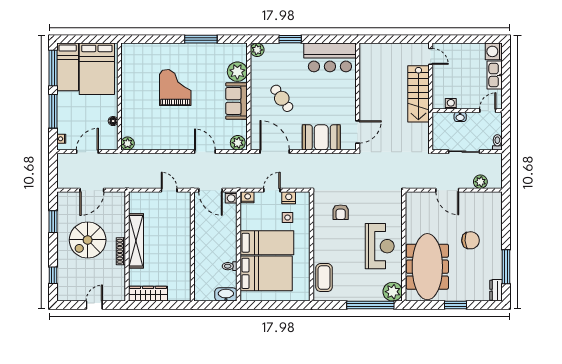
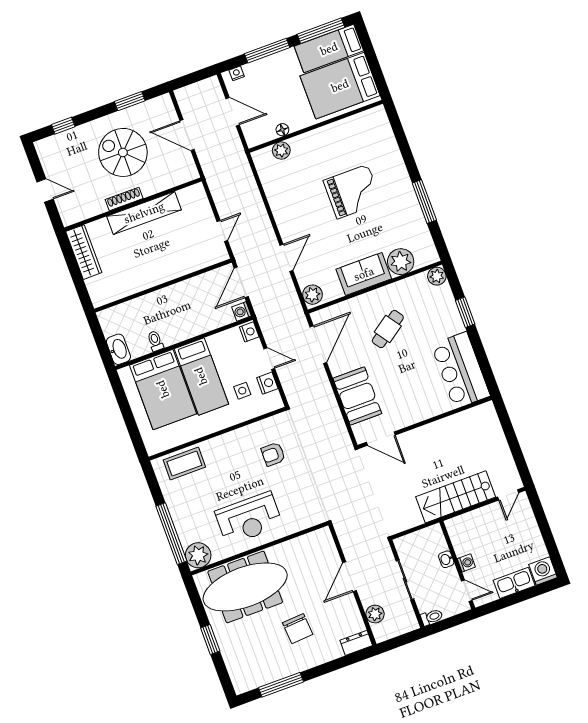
washing machine: (451, 104) -> (466, 563), moved
plant: (128, 143) -> (281, 151), moved
dresser: (496, 290) -> (356, 643), moved

